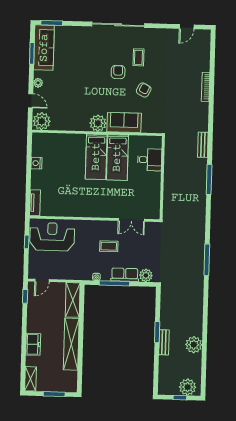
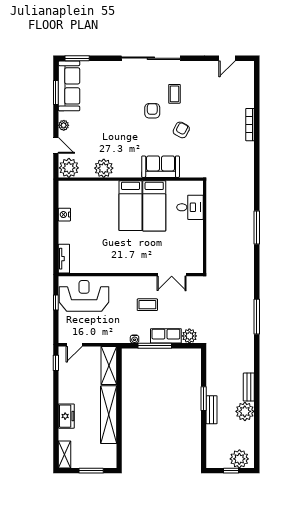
plant: (98, 123) -> (104, 168), moved
bench: (203, 145) -> (249, 387), moved

